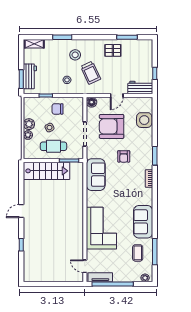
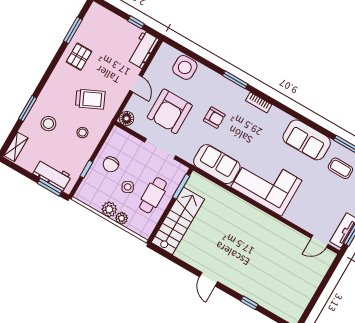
stool: (75, 55) -> (48, 124), moved
corner sofa: (101, 228) -> (266, 184), moved

